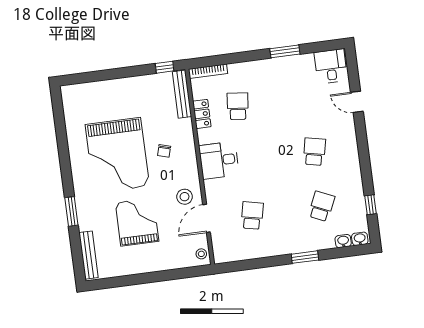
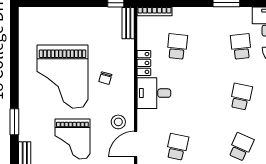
bench: (182, 94) -> (128, 23), width x0.73
school desk: (307, 97) -> (241, 46), added
locker: (202, 114) -> (144, 63), moved
grand piano: (137, 222) -> (72, 139), turned 180

